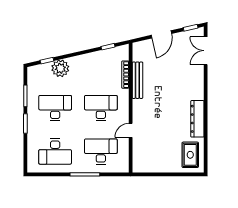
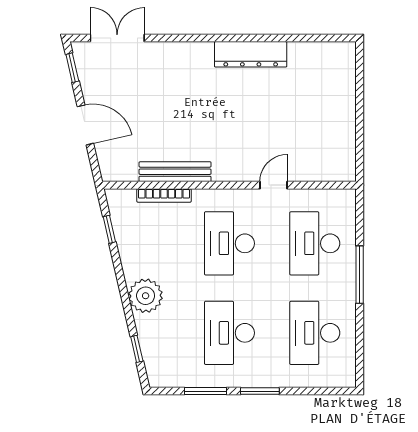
double door: (206, 51) -> (117, 38), swing flipped
plant: (60, 68) -> (146, 296), moved
door: (131, 130) -> (273, 185), swing flipped
desk: (55, 152) -> (315, 333), turned 180
rug: (190, 155) -> (321, 68), removed

